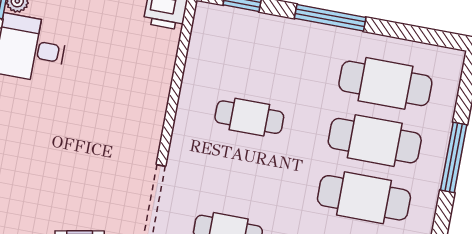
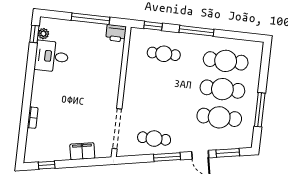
cafe table: (249, 117) -> (164, 54), moved
window: (454, 157) -> (260, 110), moved

